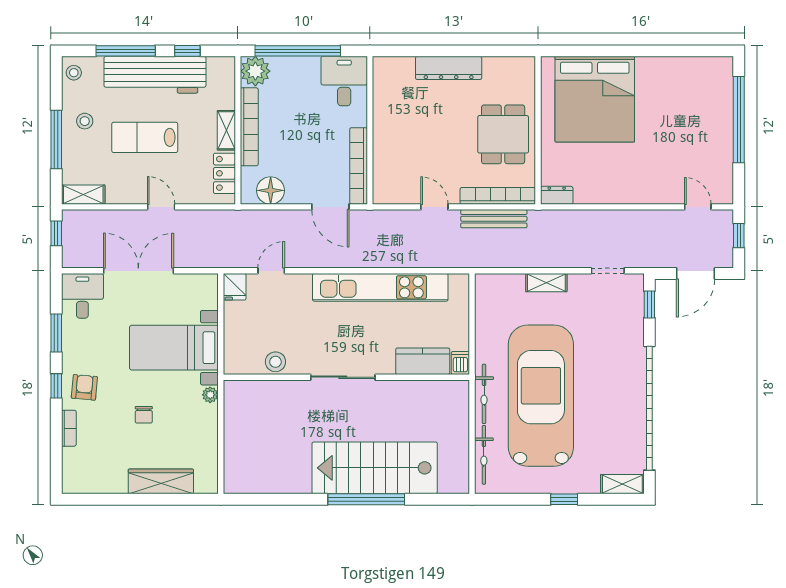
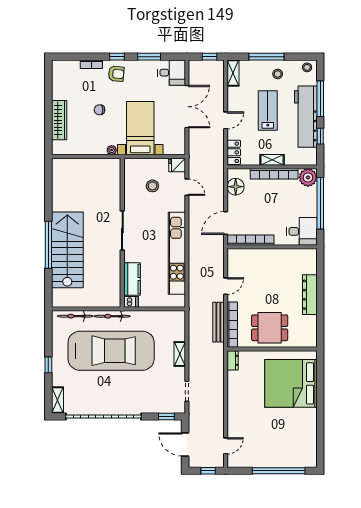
locker: (224, 173) -> (234, 152), moved, turned 90
stool: (275, 362) -> (152, 186), moved

